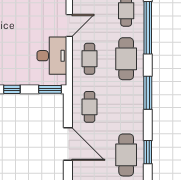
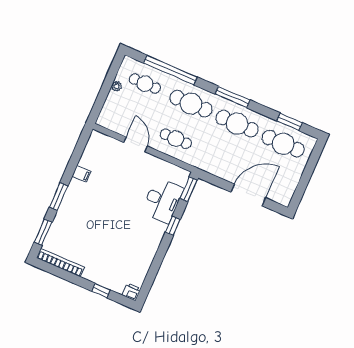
desk: (52, 56) -> (163, 200), moved, turned 90
cafe table: (90, 107) -> (237, 124), moved, width x1.37, depth x1.35

